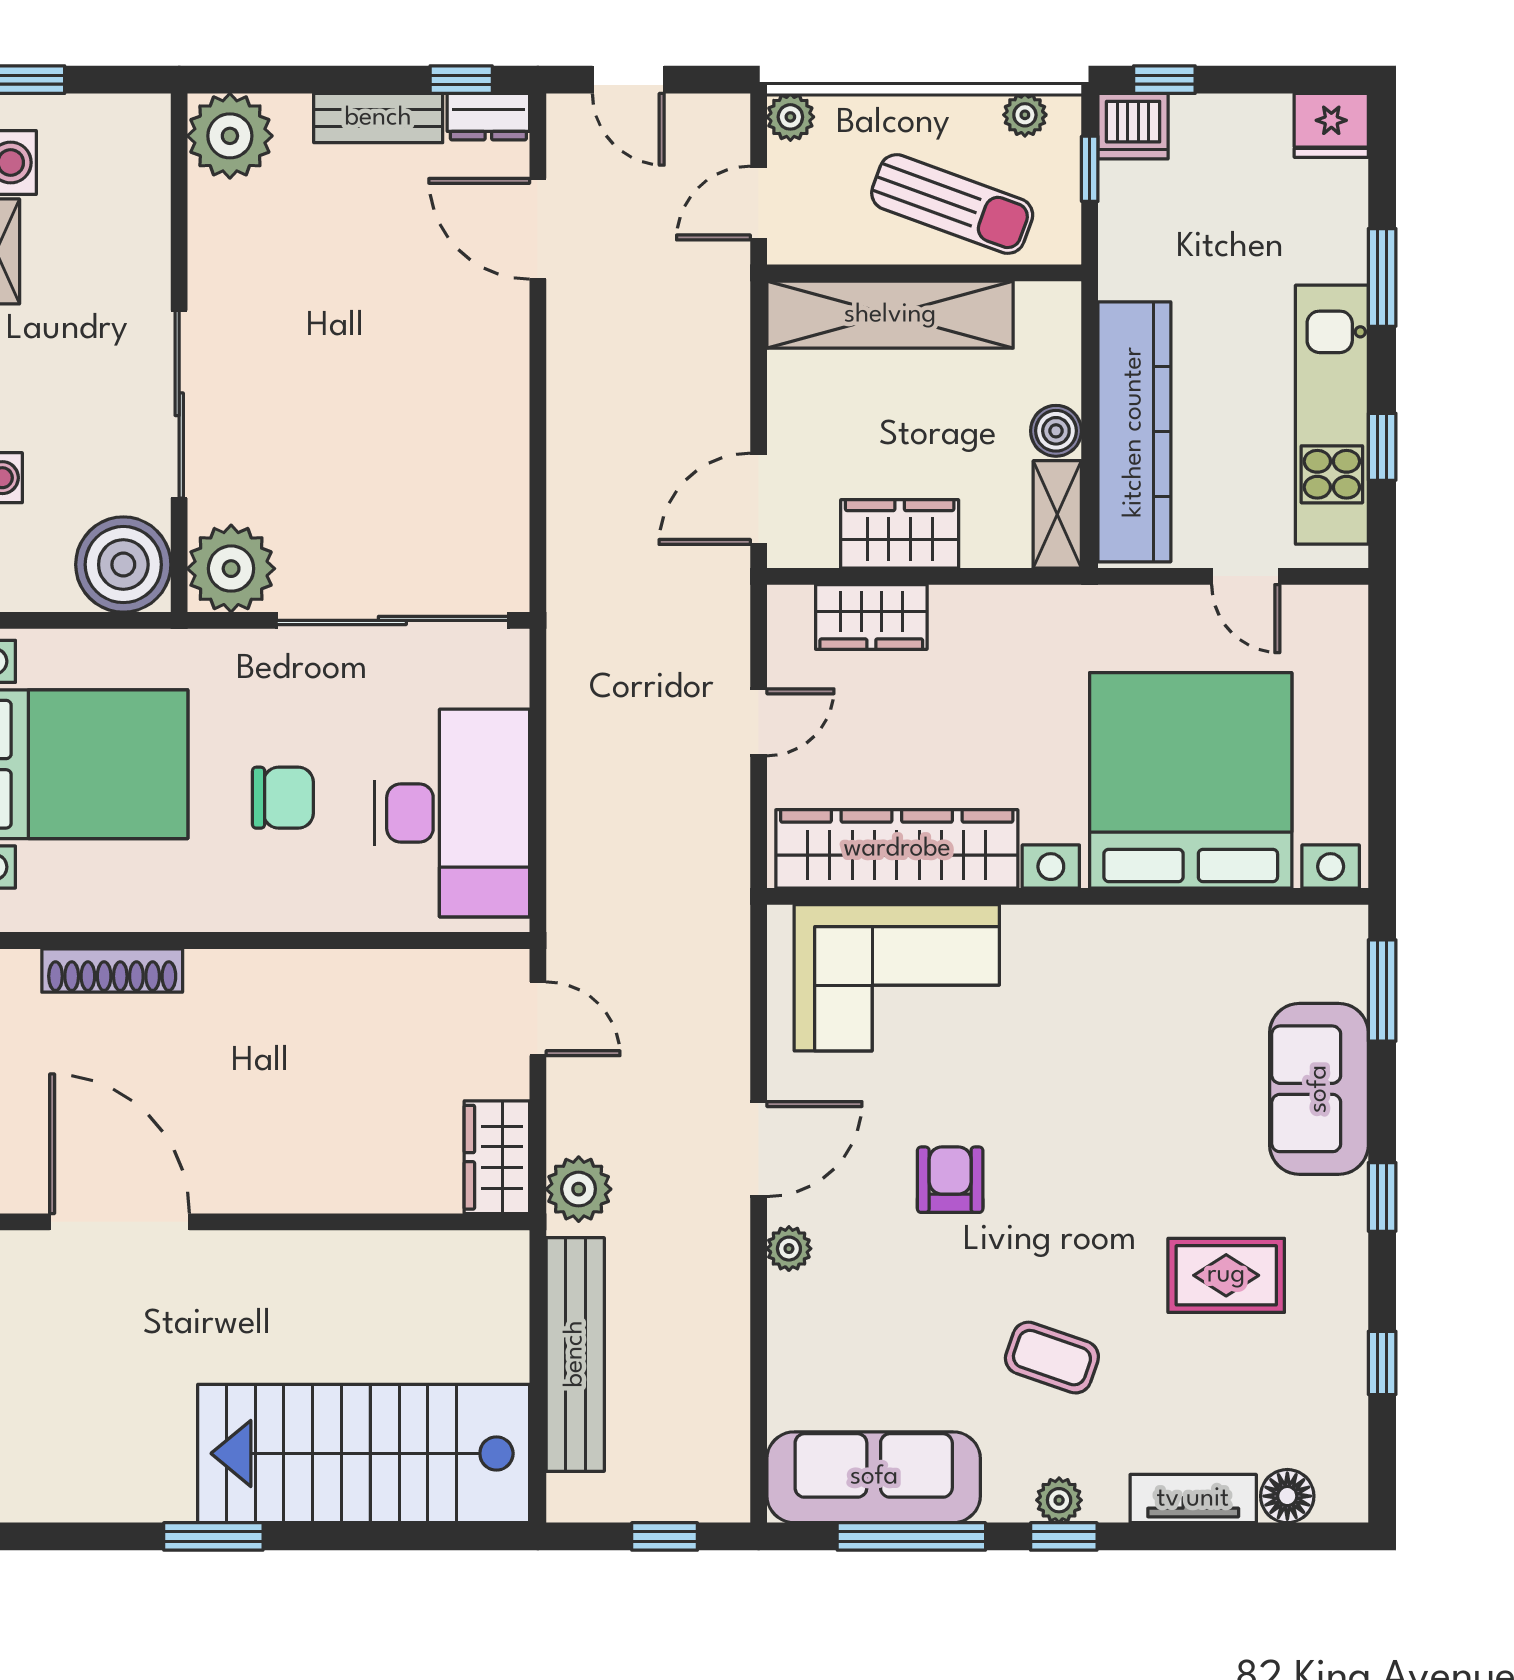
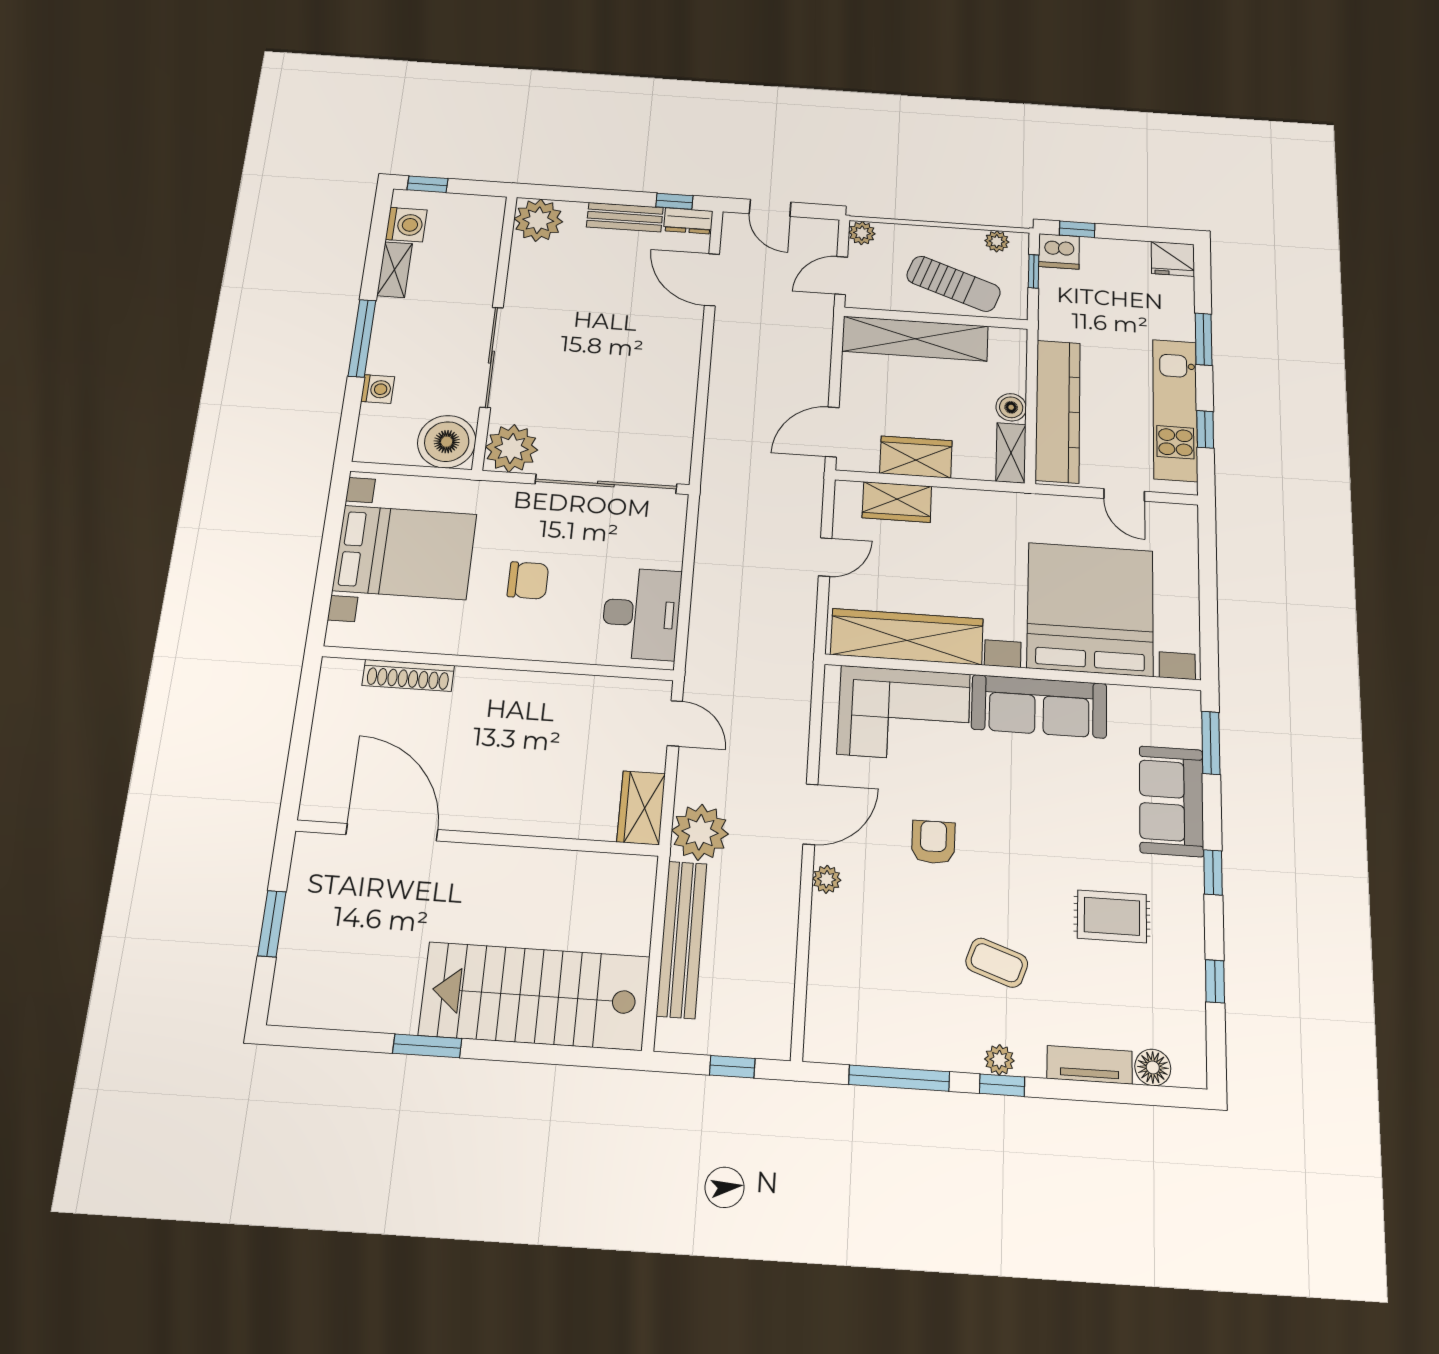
desk: (452, 813) -> (641, 614), width x0.73, depth x0.77
plant: (579, 1189) -> (700, 832), width x1.36, depth x1.36
sofa: (874, 1477) -> (1039, 706), moved, turned 180

